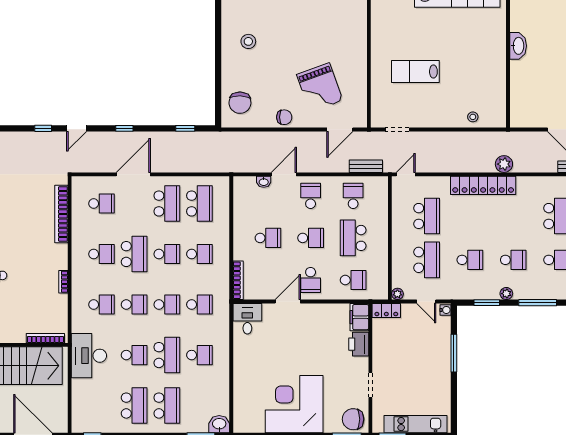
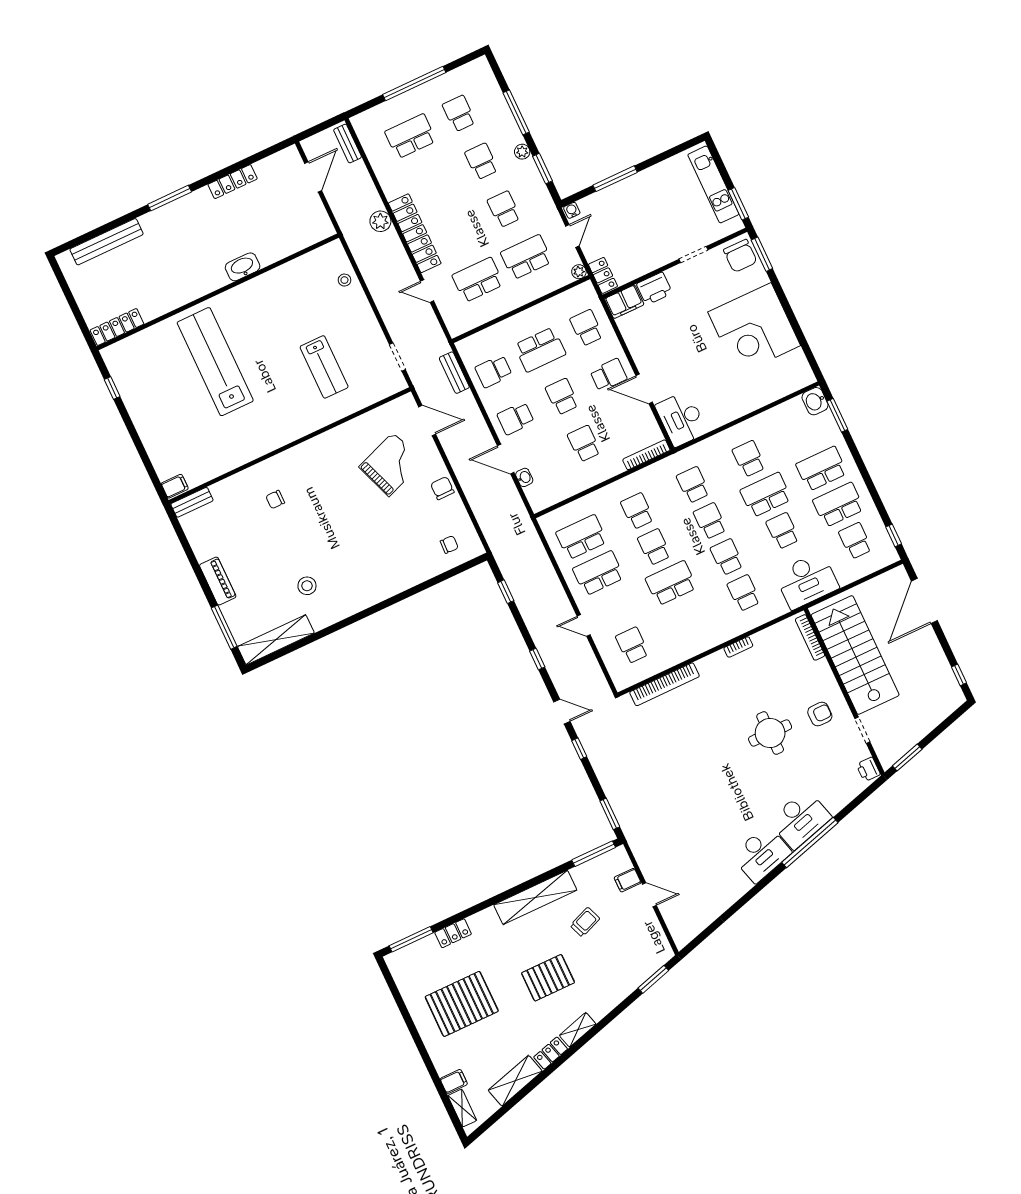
stool: (248, 41) -> (377, 567), removed
chair: (240, 103) -> (449, 545), width x0.54, depth x0.54
door: (133, 174) -> (584, 625), width x0.53
door: (406, 174) -> (427, 291), moved
school desk: (101, 254) -> (855, 541), moved
desk: (247, 319) -> (681, 419), width x1.37

